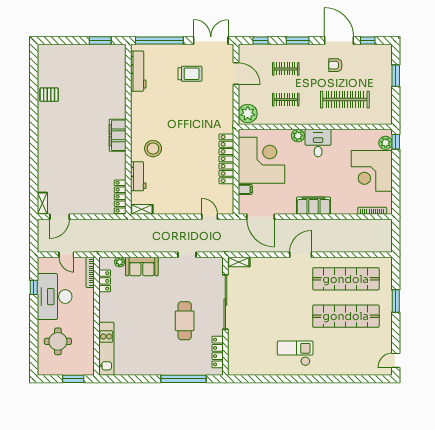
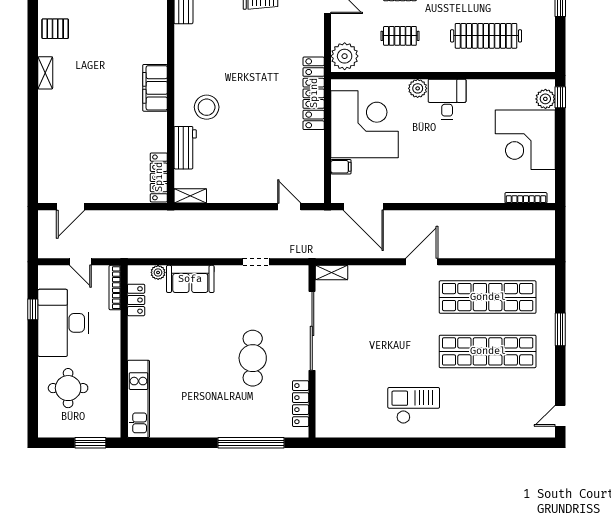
locker: (226, 159) -> (314, 93), moved
shelving: (42, 203) -> (45, 73), moved
filing cabinet: (313, 206) -> (440, 190), removed

